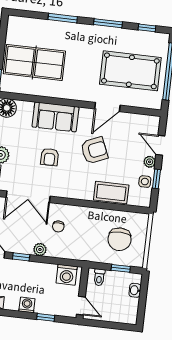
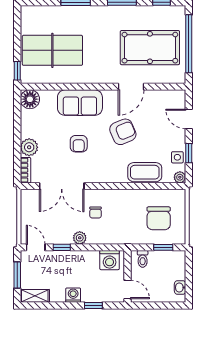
plant: (150, 162) -> (180, 177), moved
washbasin: (135, 290) -> (180, 288), moved

